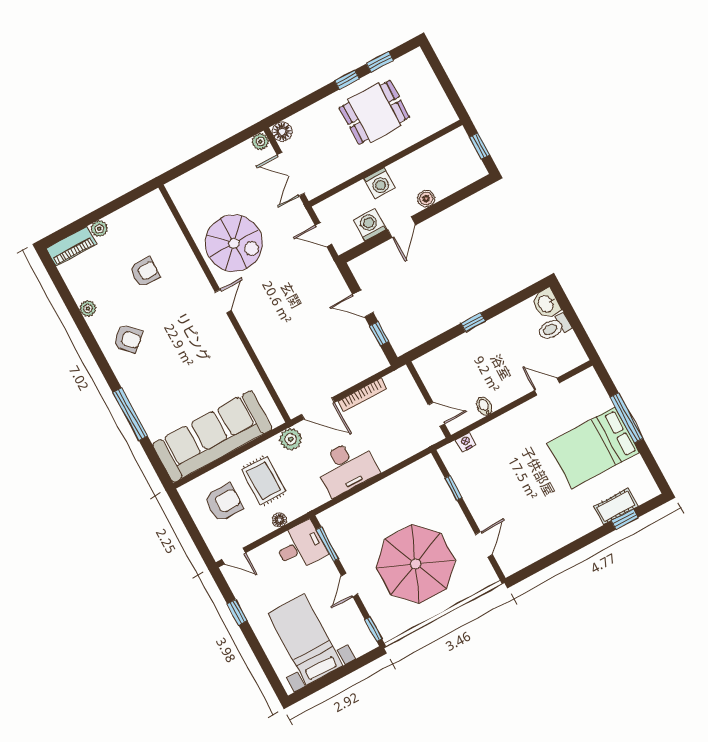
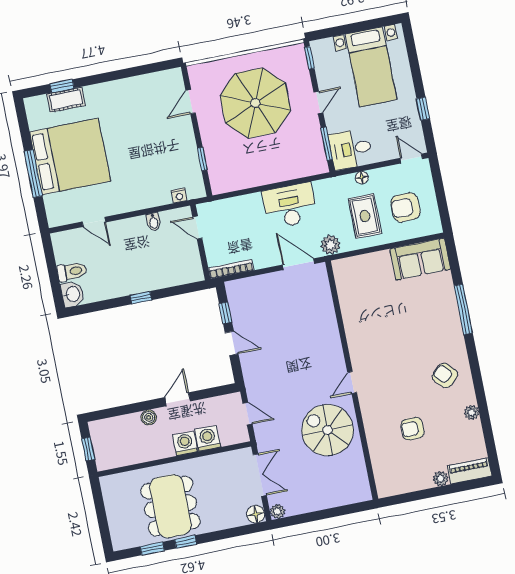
dining table: (374, 112) -> (170, 506), width x1.38
washing machine: (370, 225) -> (208, 438), moved, turned 180
bookcase: (362, 395) -> (231, 269), moved
sofa: (212, 437) -> (420, 259), width x0.54, depth x0.79
bed: (593, 448) -> (70, 156), width x1.36

